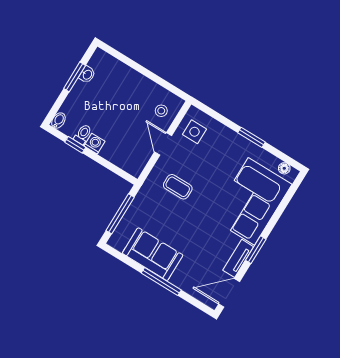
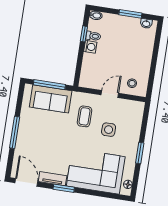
washbasin: (87, 75) -> (146, 24), moved
side table: (194, 132) -> (109, 130), moved
sofa: (153, 254) -> (51, 99), moved, turned 90

